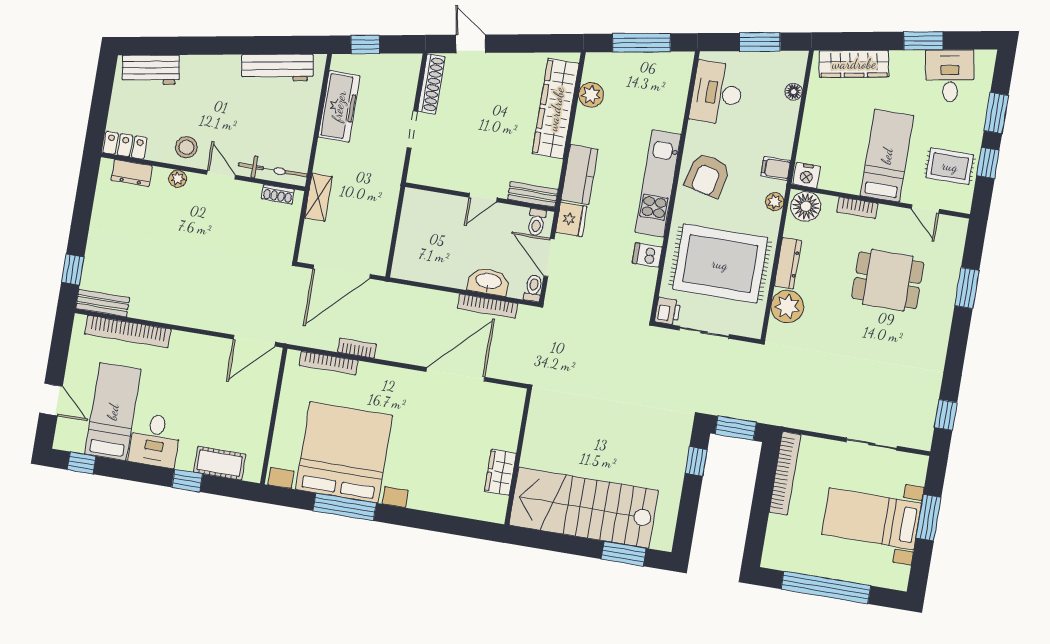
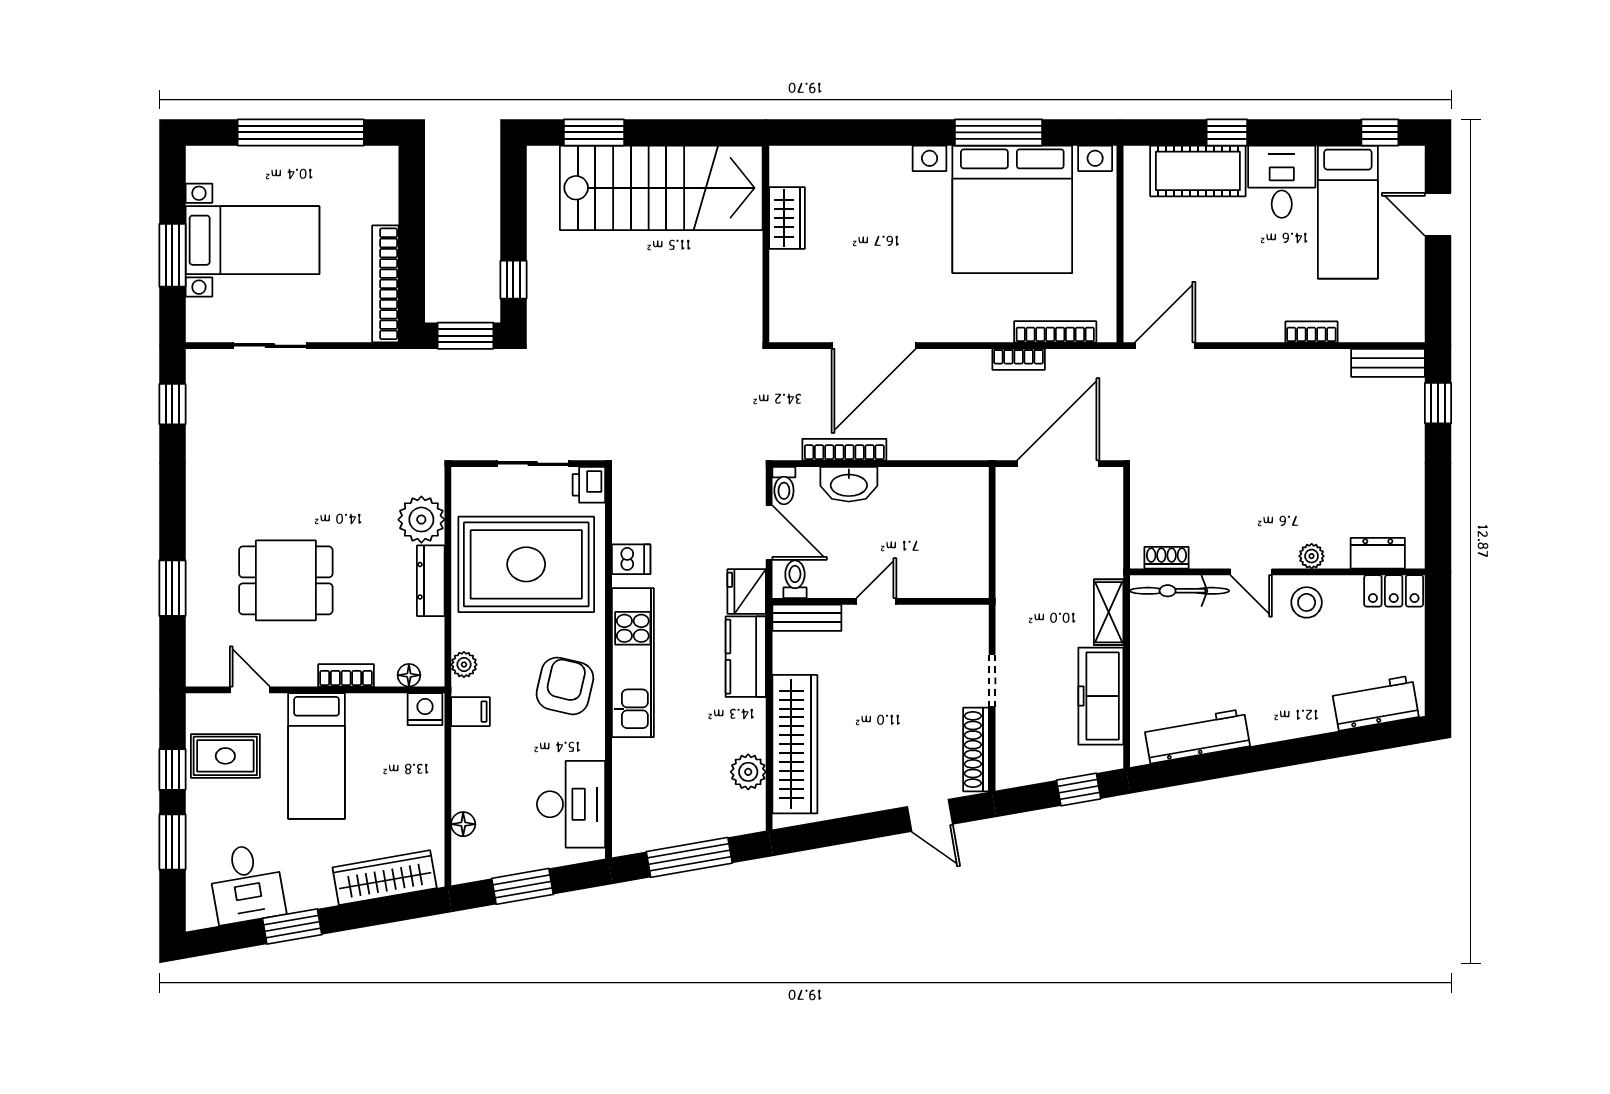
shelving: (318, 197) -> (1109, 612), moved
floor lamp: (806, 206) -> (409, 675), width x0.53, depth x0.53
bookcase: (128, 332) -> (1311, 332), width x0.43, depth x0.76
cot: (220, 463) -> (1198, 171), width x1.37, depth x1.34

